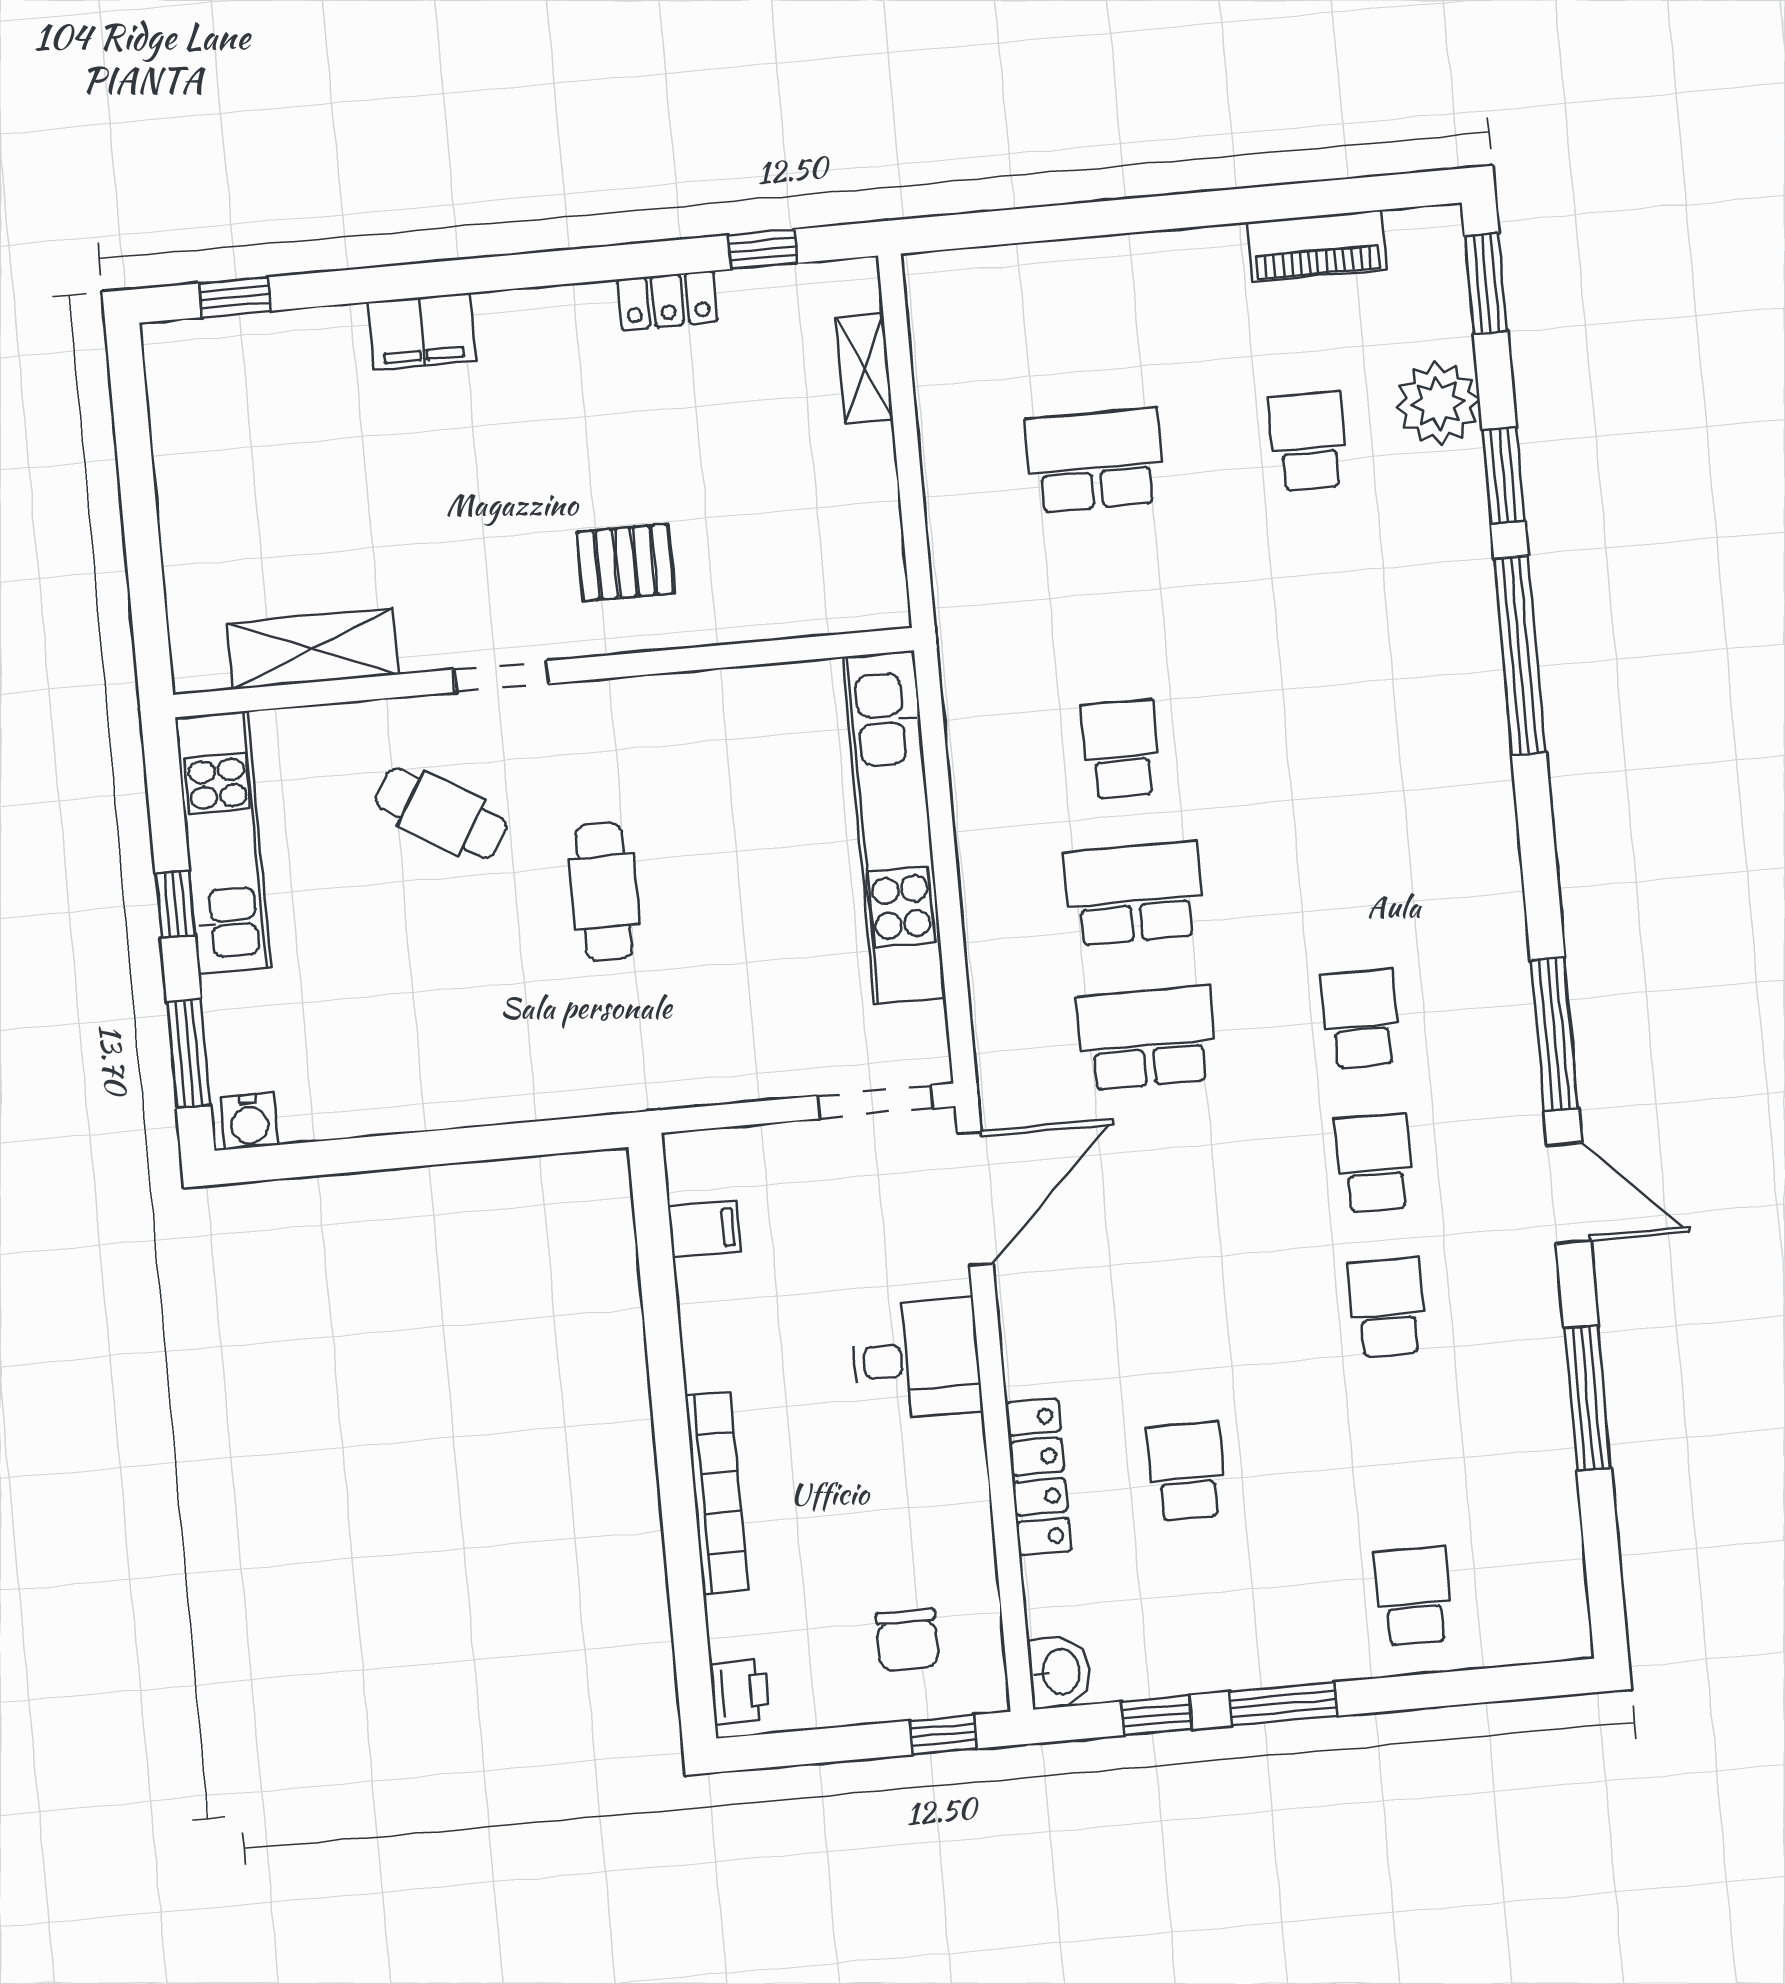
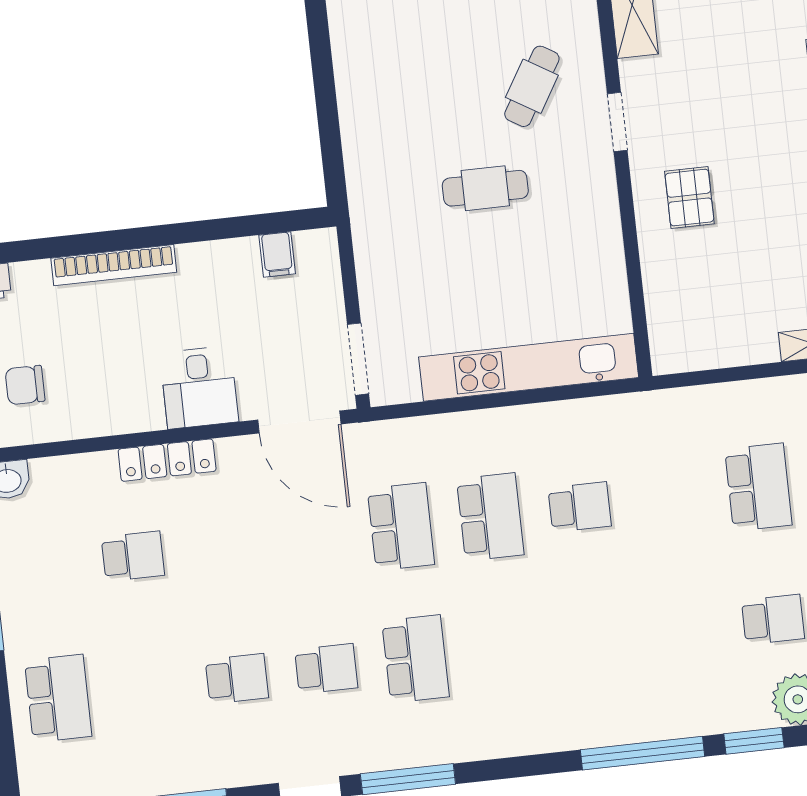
school desk: (1361, 1018) -> (416, 659), width x1.85
locker: (1038, 1477) -> (167, 460), moved
school desk: (1413, 1596) -> (58, 698), width x1.85

